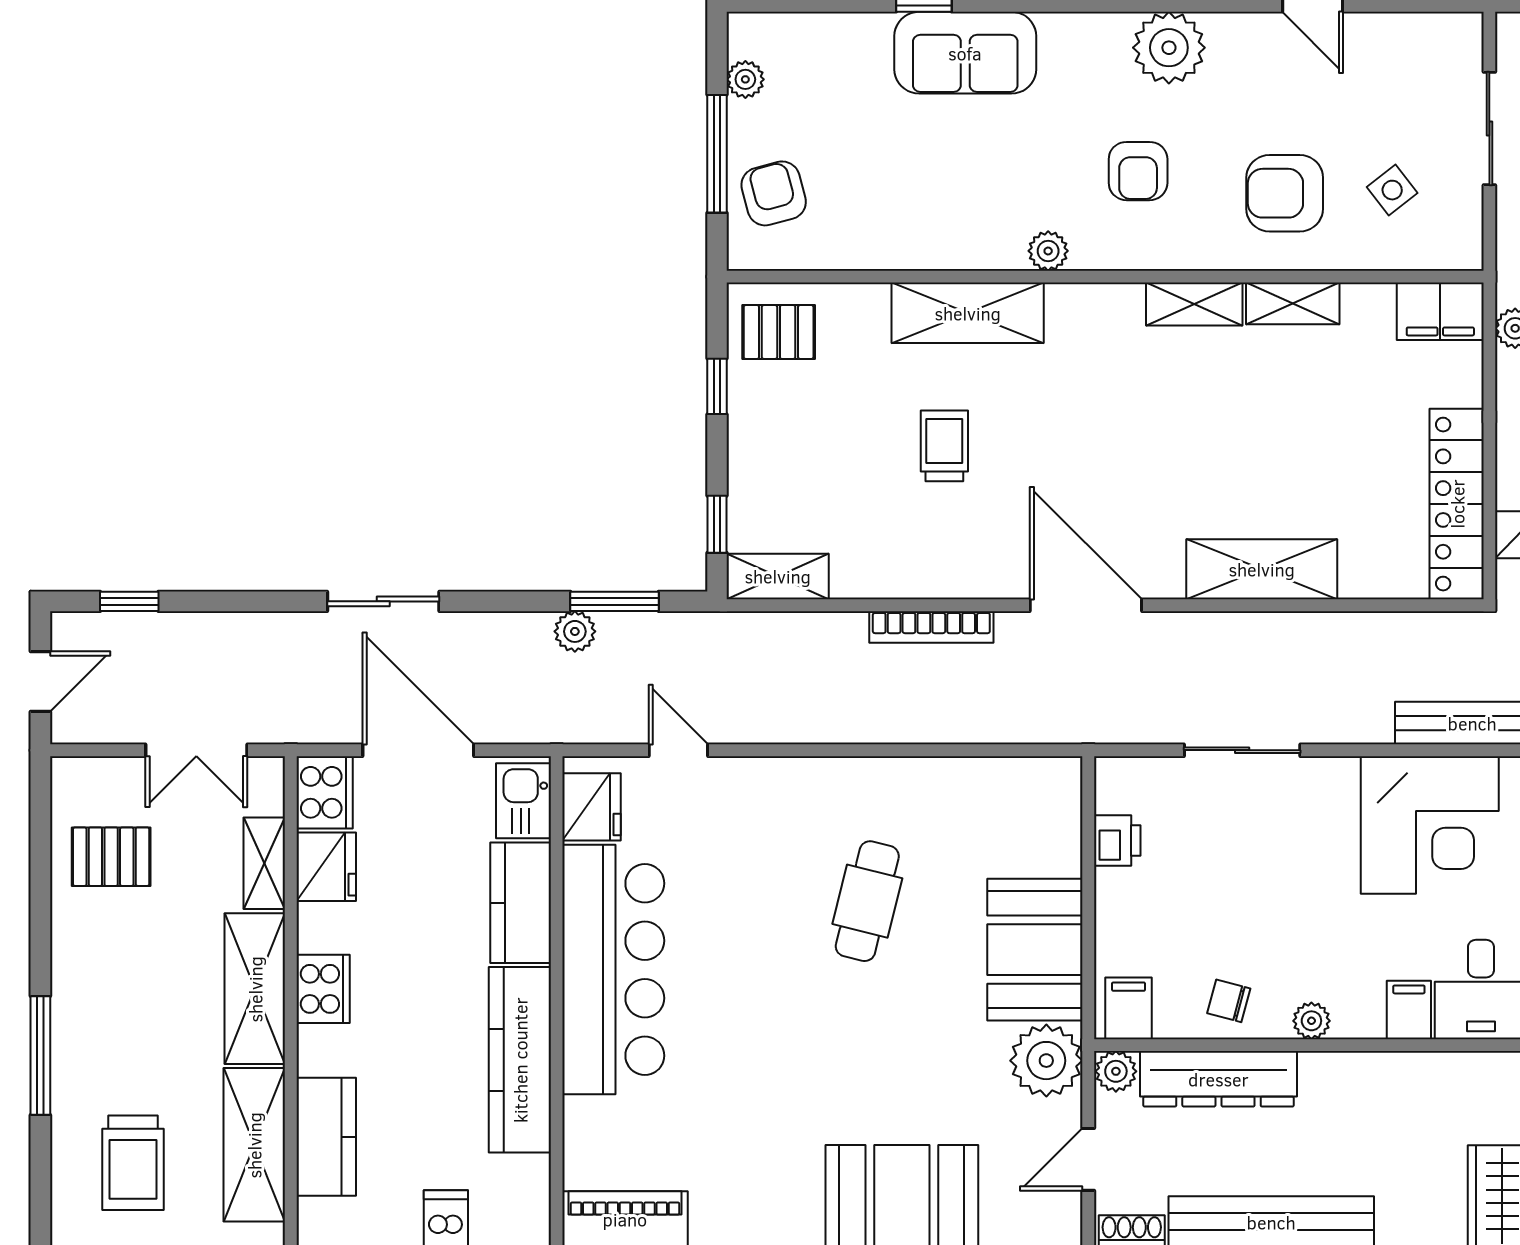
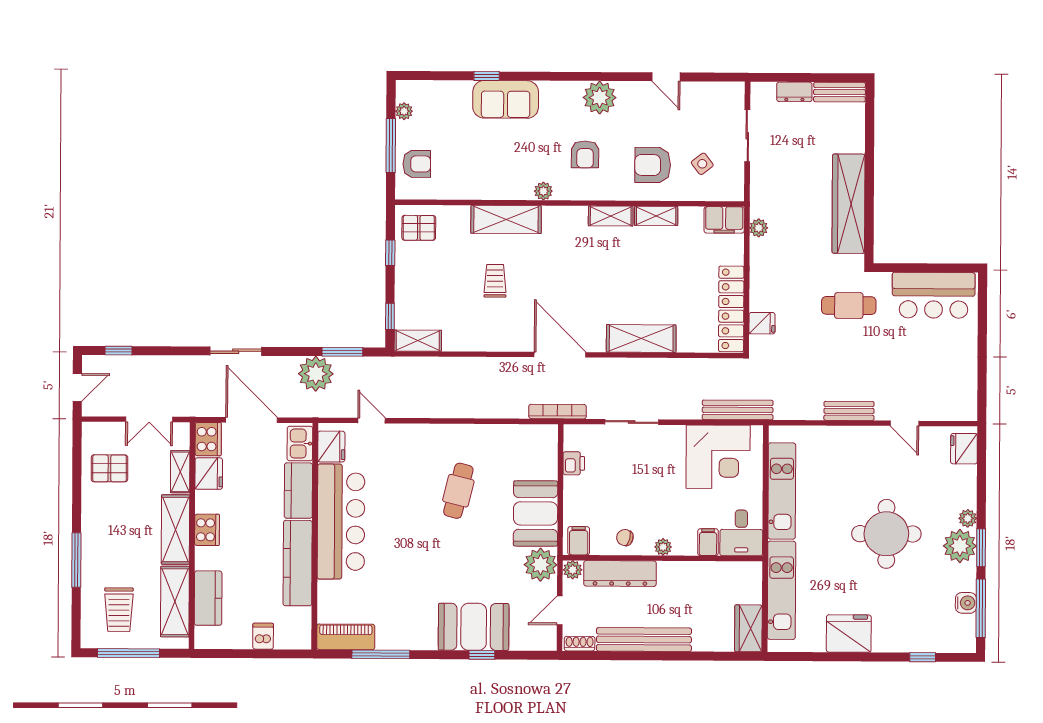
armchair: (774, 193) -> (417, 164), turned 105
bookcase: (931, 627) -> (557, 412), moved, turned 180
plant: (575, 631) -> (316, 374), width x1.87, depth x1.87

